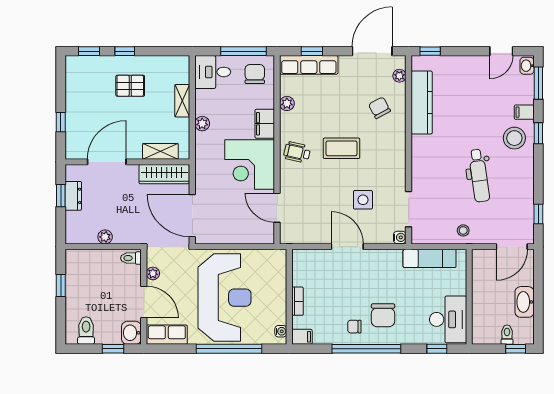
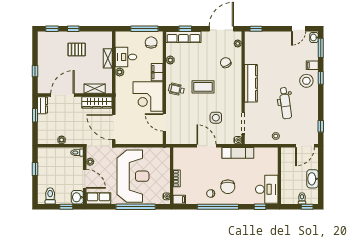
desk: (213, 72) -> (126, 57), moved
kitchen counter: (422, 103) -> (251, 83), moved
dresser: (73, 196) -> (43, 105), moved
exam couch: (430, 258) -> (238, 153), moved

